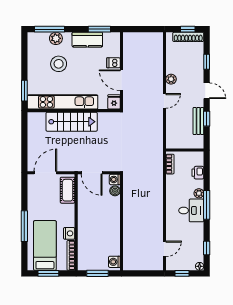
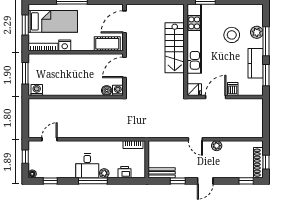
window: (49, 29) -> (266, 41), moved
window: (207, 62) -> (246, 181), moved
bench: (198, 121) -> (162, 173), moved
door: (45, 173) -> (124, 22), swing flipped
door: (164, 249) -> (49, 139), swing flipped

